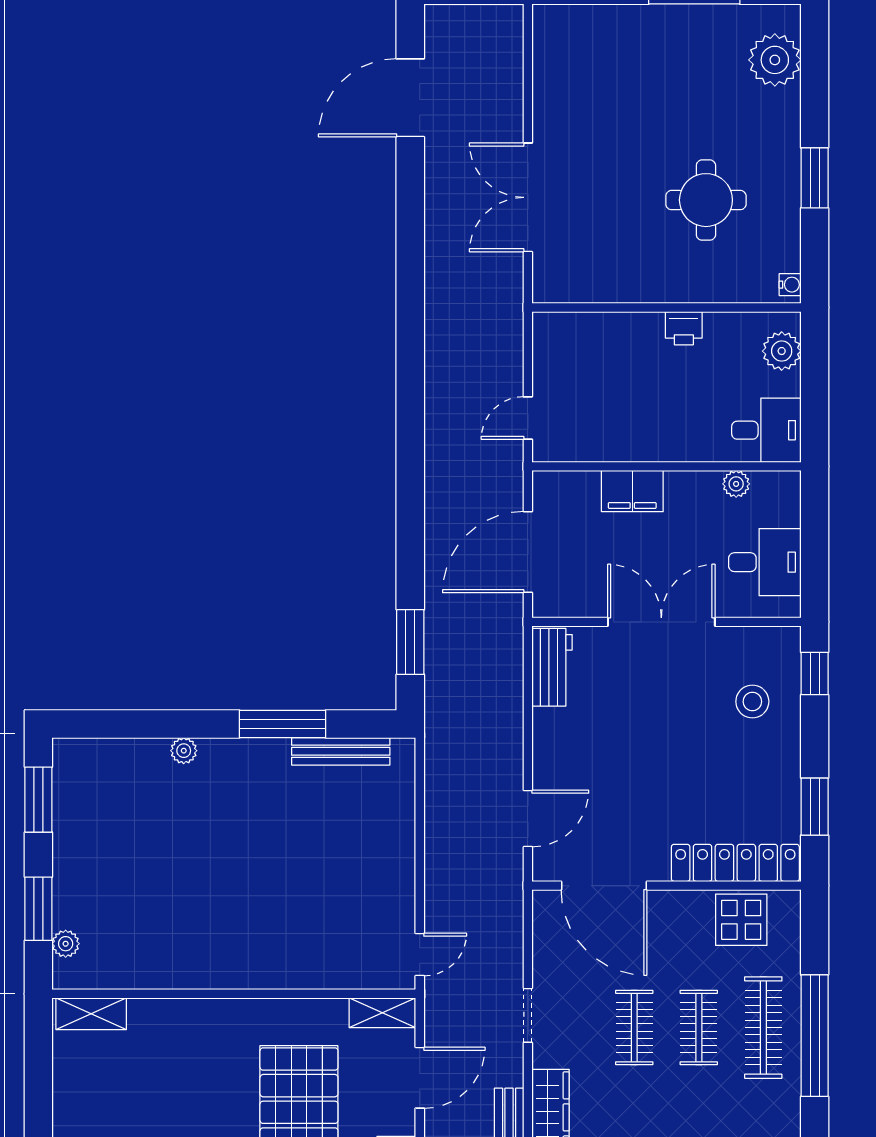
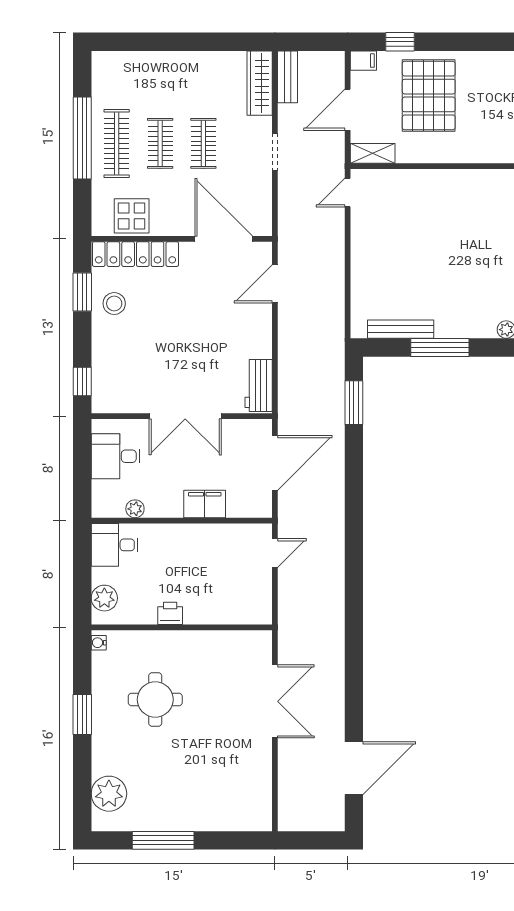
stool: (752, 702) -> (114, 304), moved

